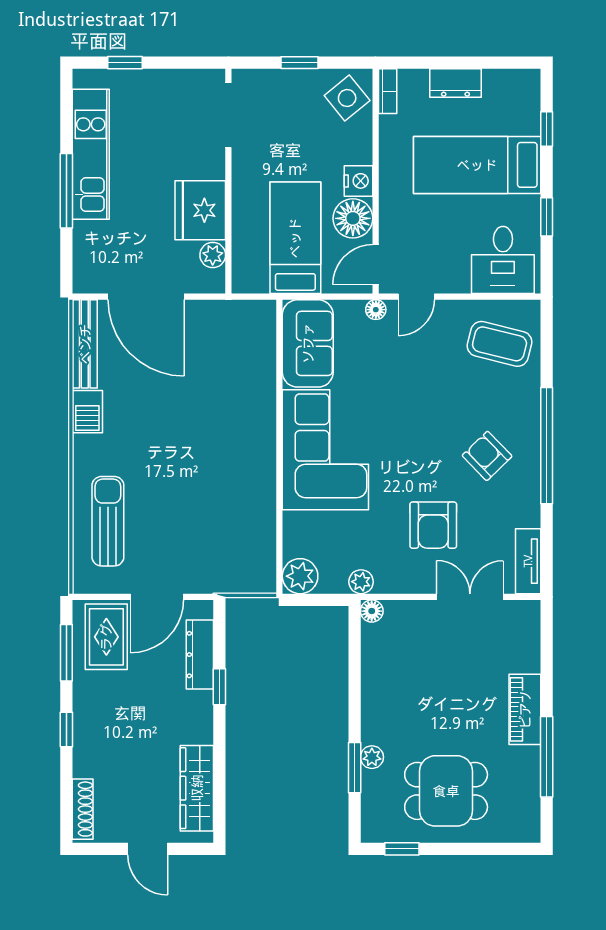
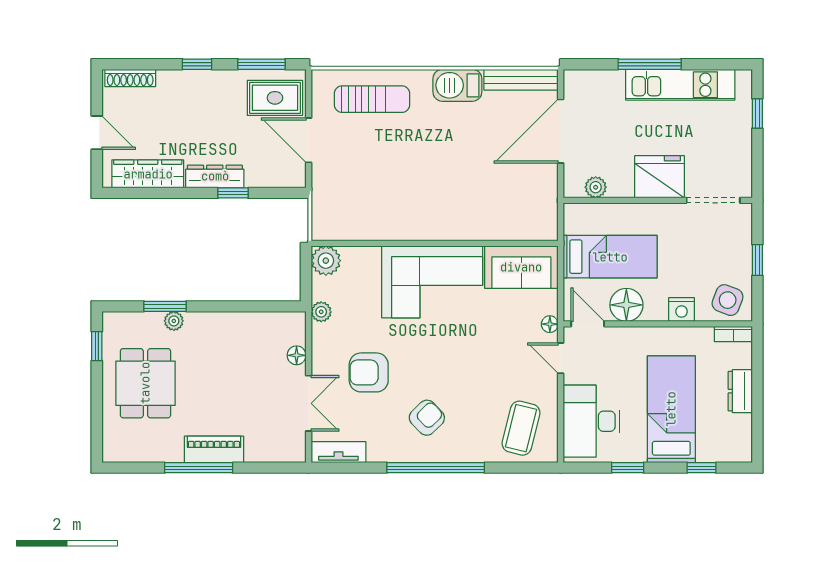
side table: (347, 98) -> (728, 300), turned -30
nightstand: (358, 181) -> (682, 310), moved
fridge: (200, 210) -> (659, 177), moved
desk: (503, 260) -> (591, 421), width x1.37
barbecue: (87, 412) -> (457, 85), width x1.38, depth x1.27
floor lamp: (372, 611) -> (297, 355), moved
dresser: (200, 655) -> (215, 176), moved
window: (547, 757) -> (199, 468), moved
door: (148, 849) -> (97, 133), swing flipped

